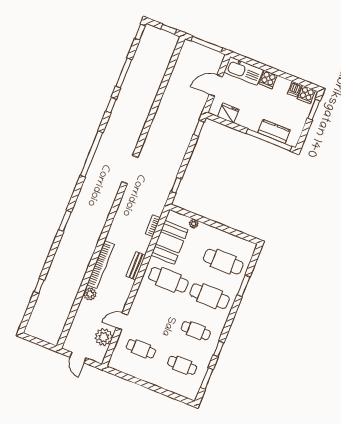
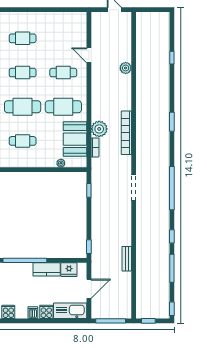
dishwasher: (295, 89) -> (33, 313), moved
kitchen counter: (274, 131) -> (47, 269), moved
cafe table: (223, 262) -> (23, 141), width x0.73, depth x0.74
bookcase: (101, 265) -> (126, 133), moved
bench: (136, 266) -> (127, 259), moved
door: (122, 321) -> (89, 55), swing flipped
plant: (104, 337) -> (99, 129), moved
cafe table: (141, 349) -> (63, 73), moved

